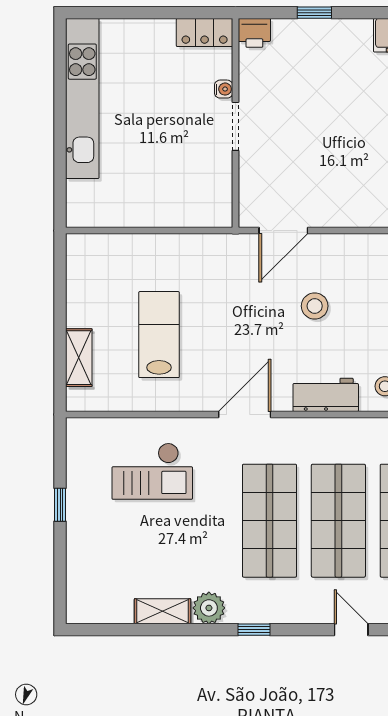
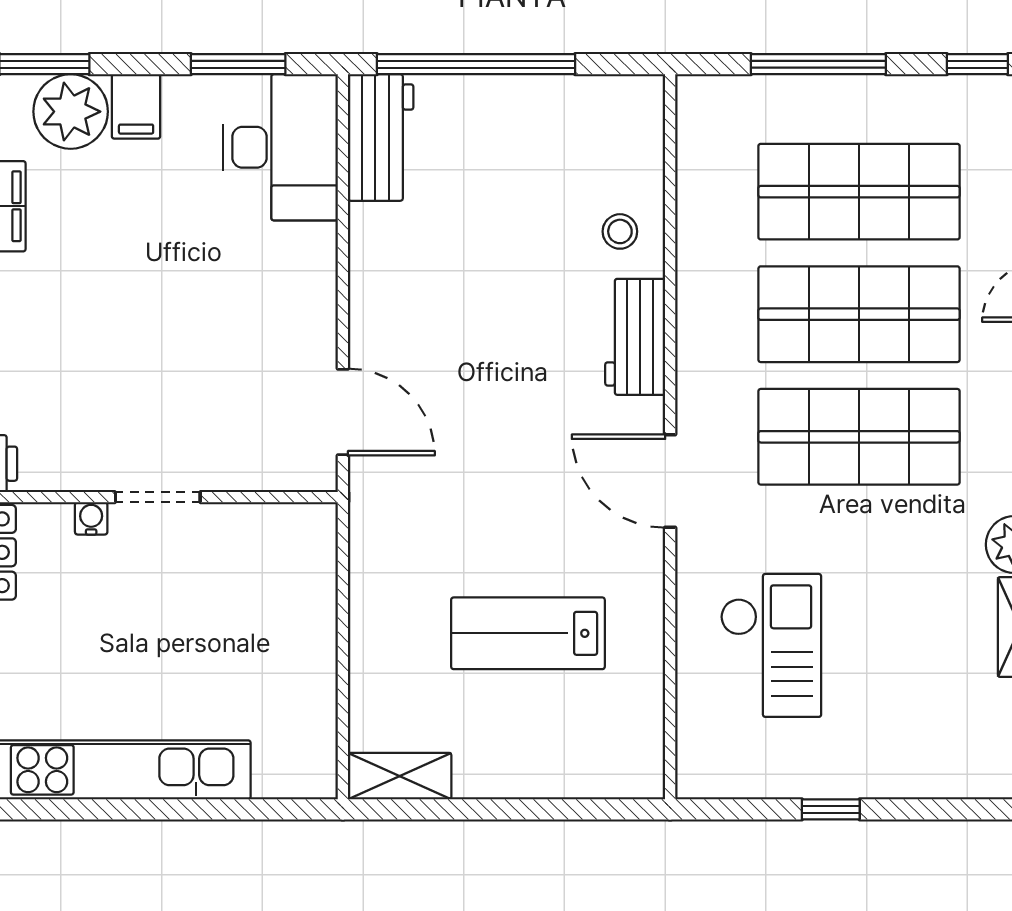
stool: (315, 306) -> (477, 356), removed
shelving: (79, 358) -> (400, 776), moved

